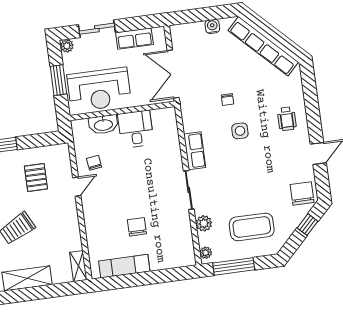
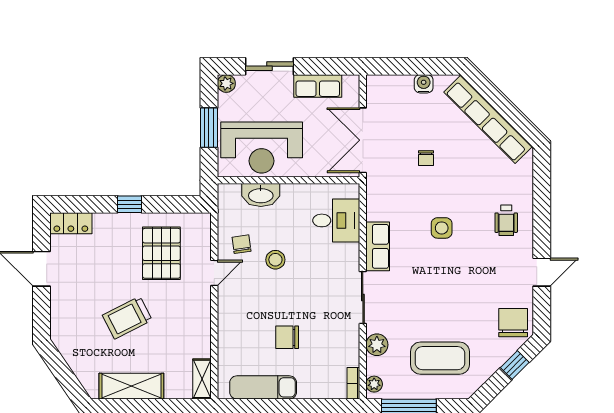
chair: (227, 100) -> (426, 158), moved
desk: (136, 129) -> (336, 220), moved, turned 90
stool: (121, 171) -> (275, 260), added
pallet: (36, 177) -> (161, 253), width x1.50, depth x1.42
chair: (137, 227) -> (287, 337), turned -90
bookcase: (190, 254) -> (353, 383), added

